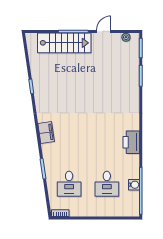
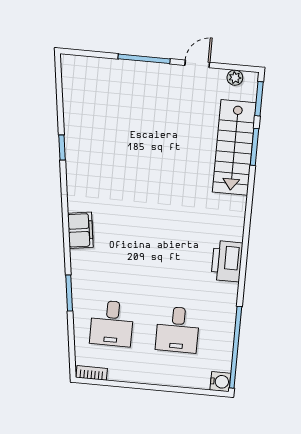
stairs: (64, 43) -> (234, 147), moved, turned 90
water cooler: (134, 185) -> (220, 382), moved

